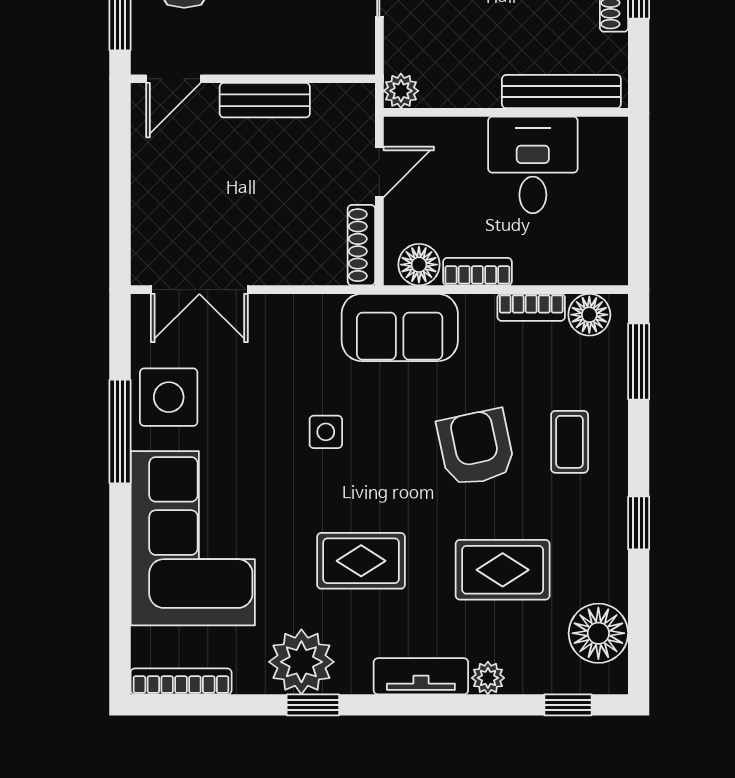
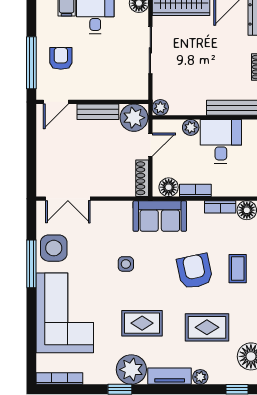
plant: (343, 113) -> (134, 118), added
plant: (467, 134) -> (191, 127), added
plant: (301, 662) -> (131, 370), moved

